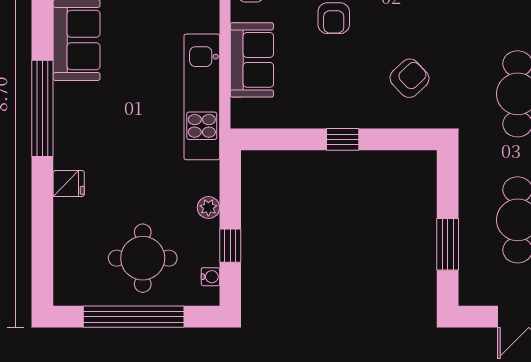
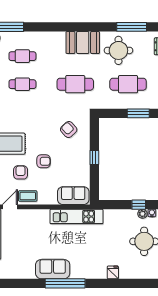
sofa: (252, 60) -> (73, 196), moved
window: (42, 108) -> (65, 283), moved
plant: (208, 208) -> (142, 214), moved

